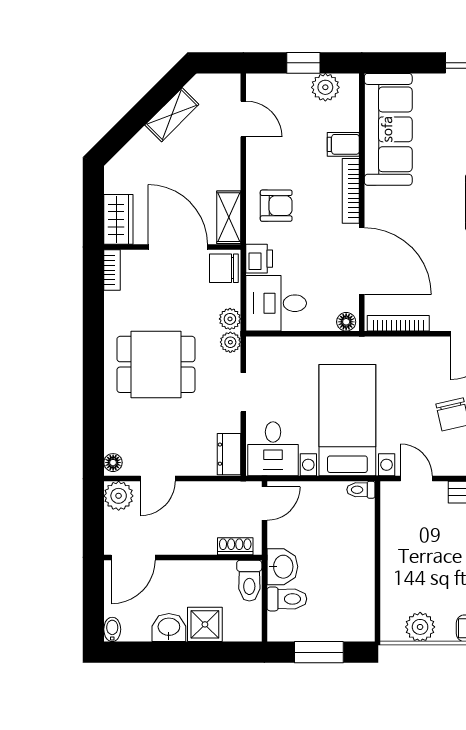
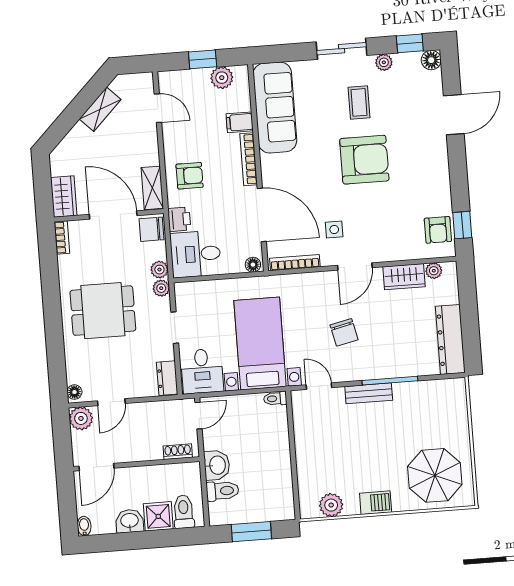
side table: (450, 286) -> (334, 229), added
toilet: (249, 581) -> (184, 512), moved, turned 180

